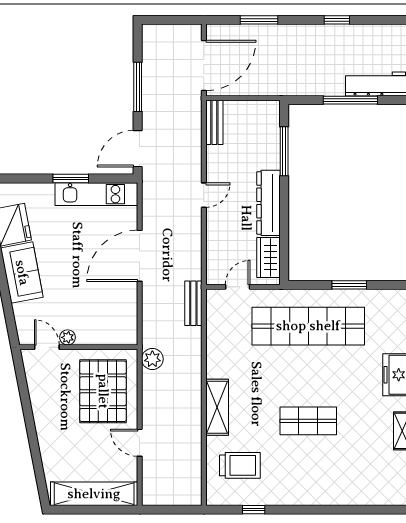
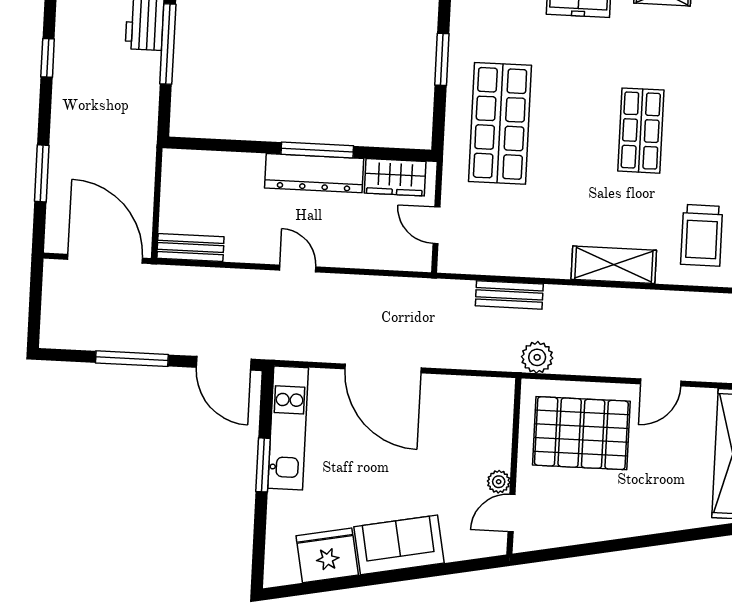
window: (284, 151) -> (317, 150), moved
bench: (193, 303) -> (509, 295), moved
shop shelf: (308, 326) -> (500, 123), width x0.71
trolley: (240, 465) -> (702, 235), turned 180

